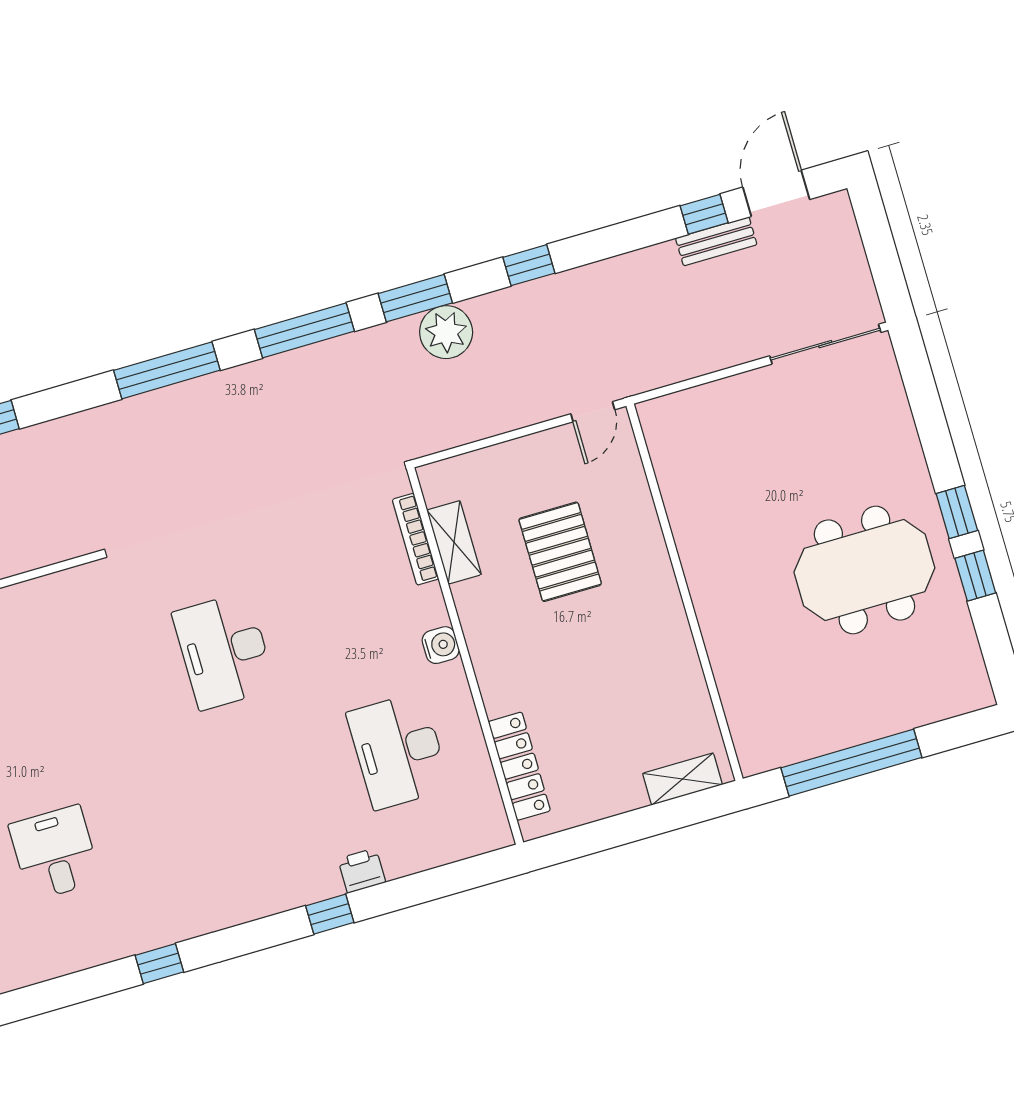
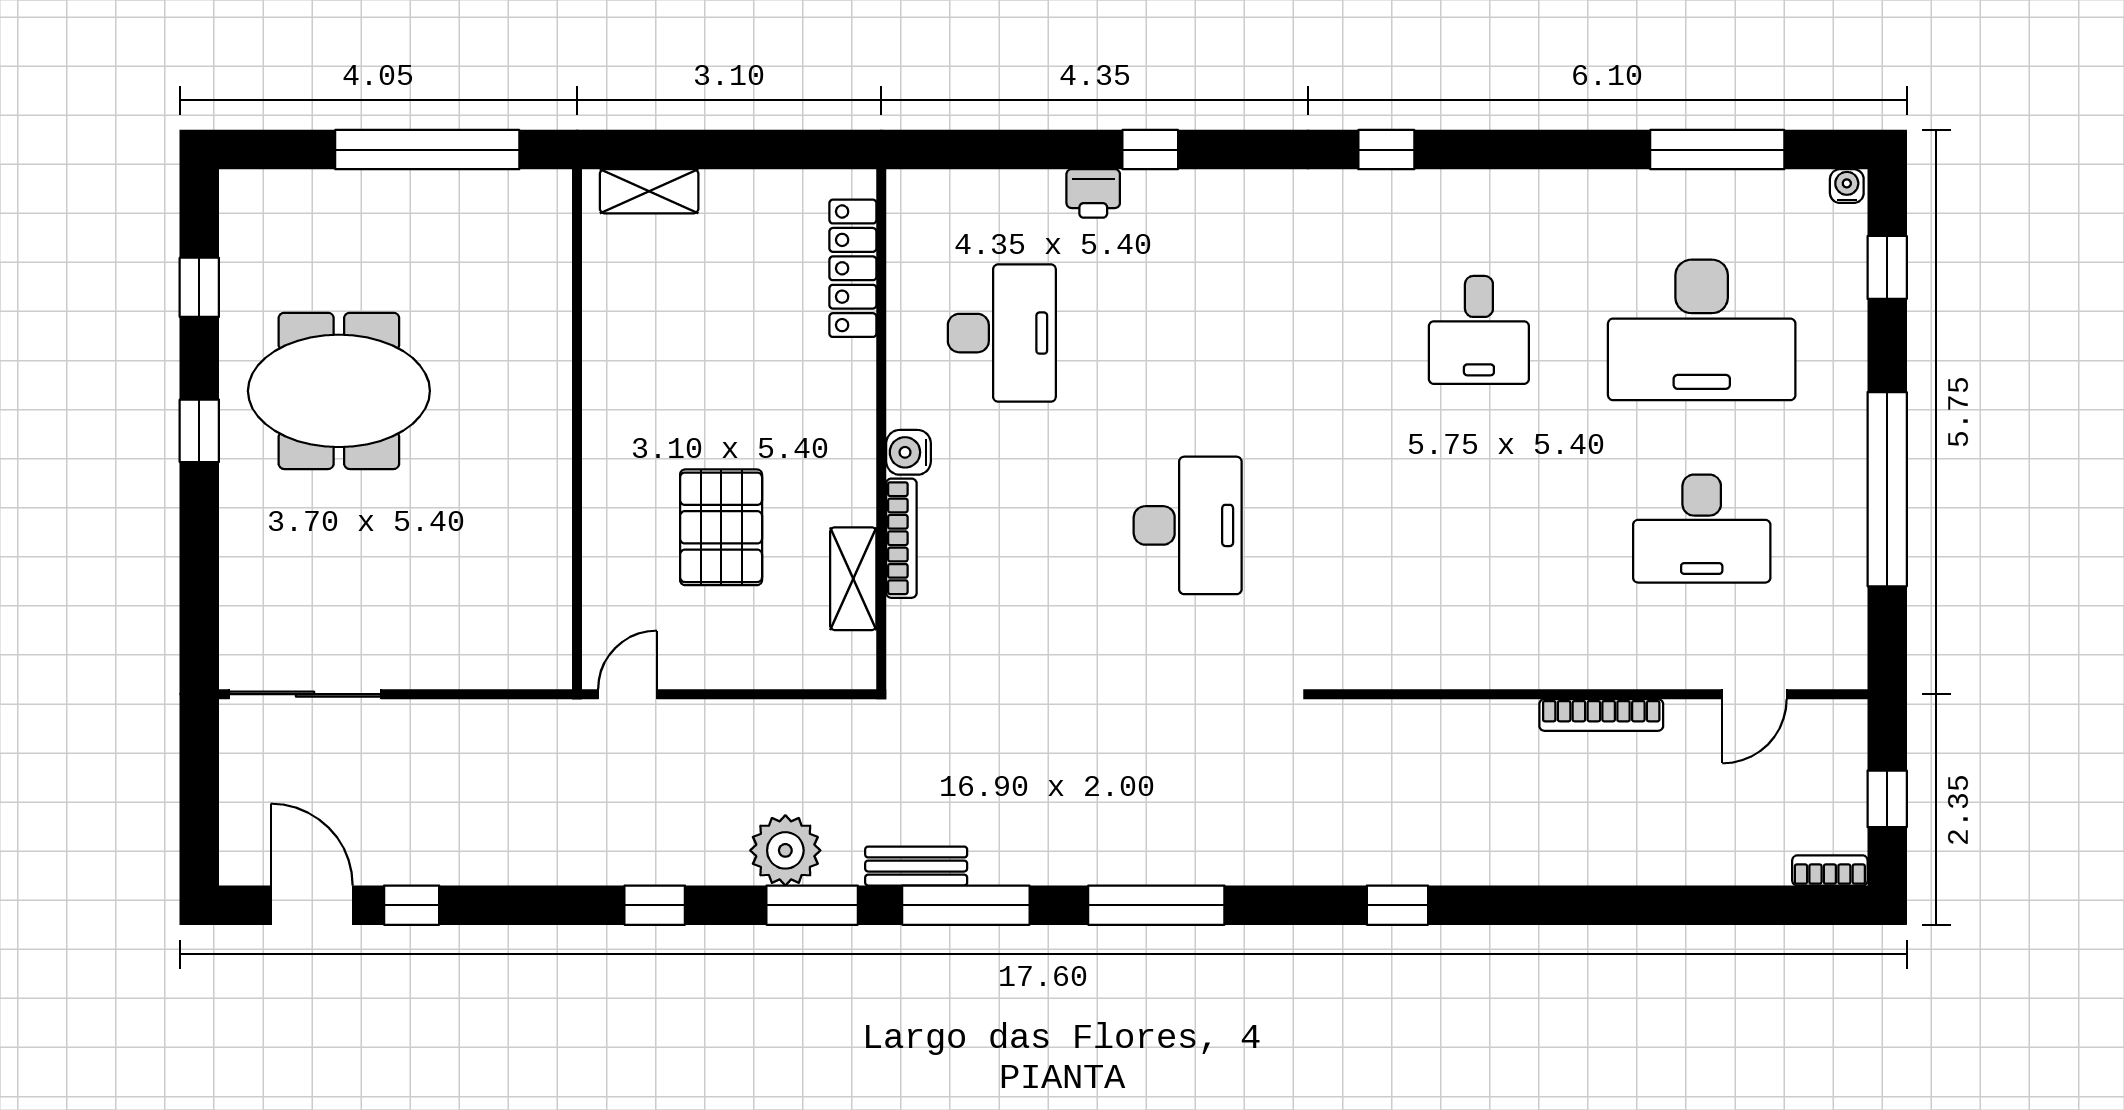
door: (776, 193) -> (312, 905), swing flipped
bench: (716, 241) -> (916, 866), moved
bookcase: (415, 539) -> (901, 538), moved
window: (975, 576) -> (199, 287), moved

